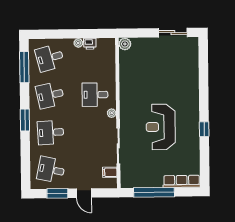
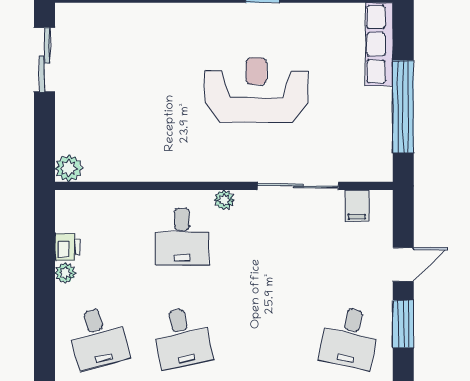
reception desk: (161, 127) -> (256, 90), turned 180
desk: (51, 132) -> (266, 338), removed

